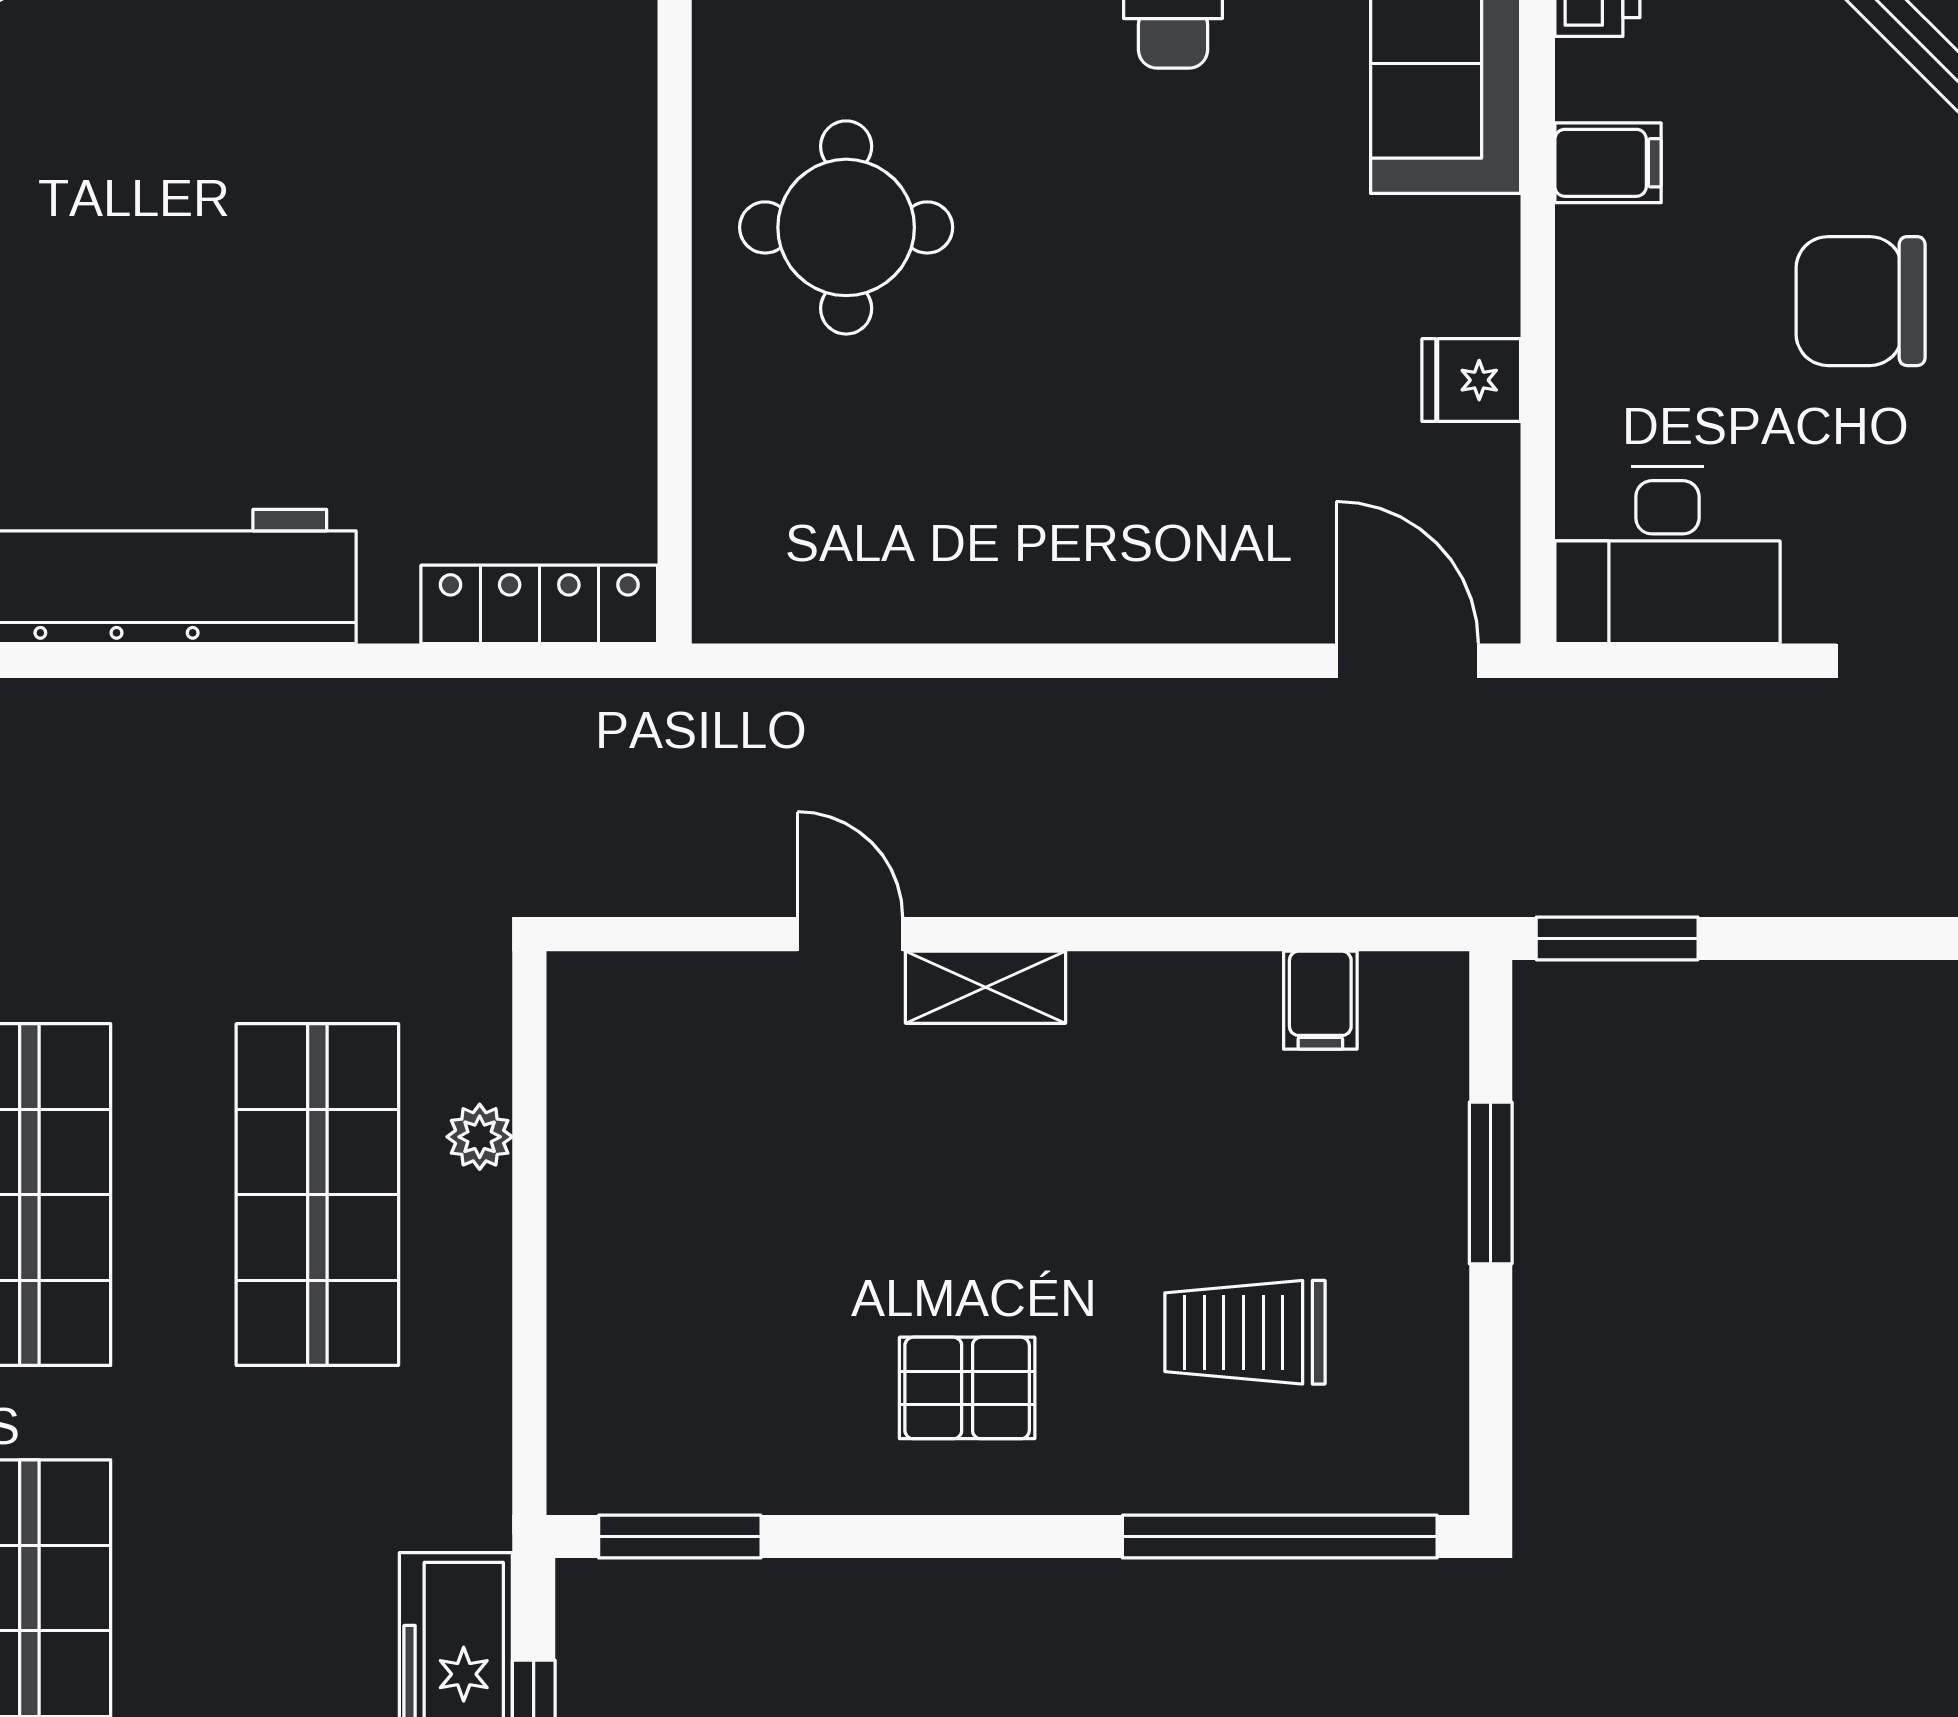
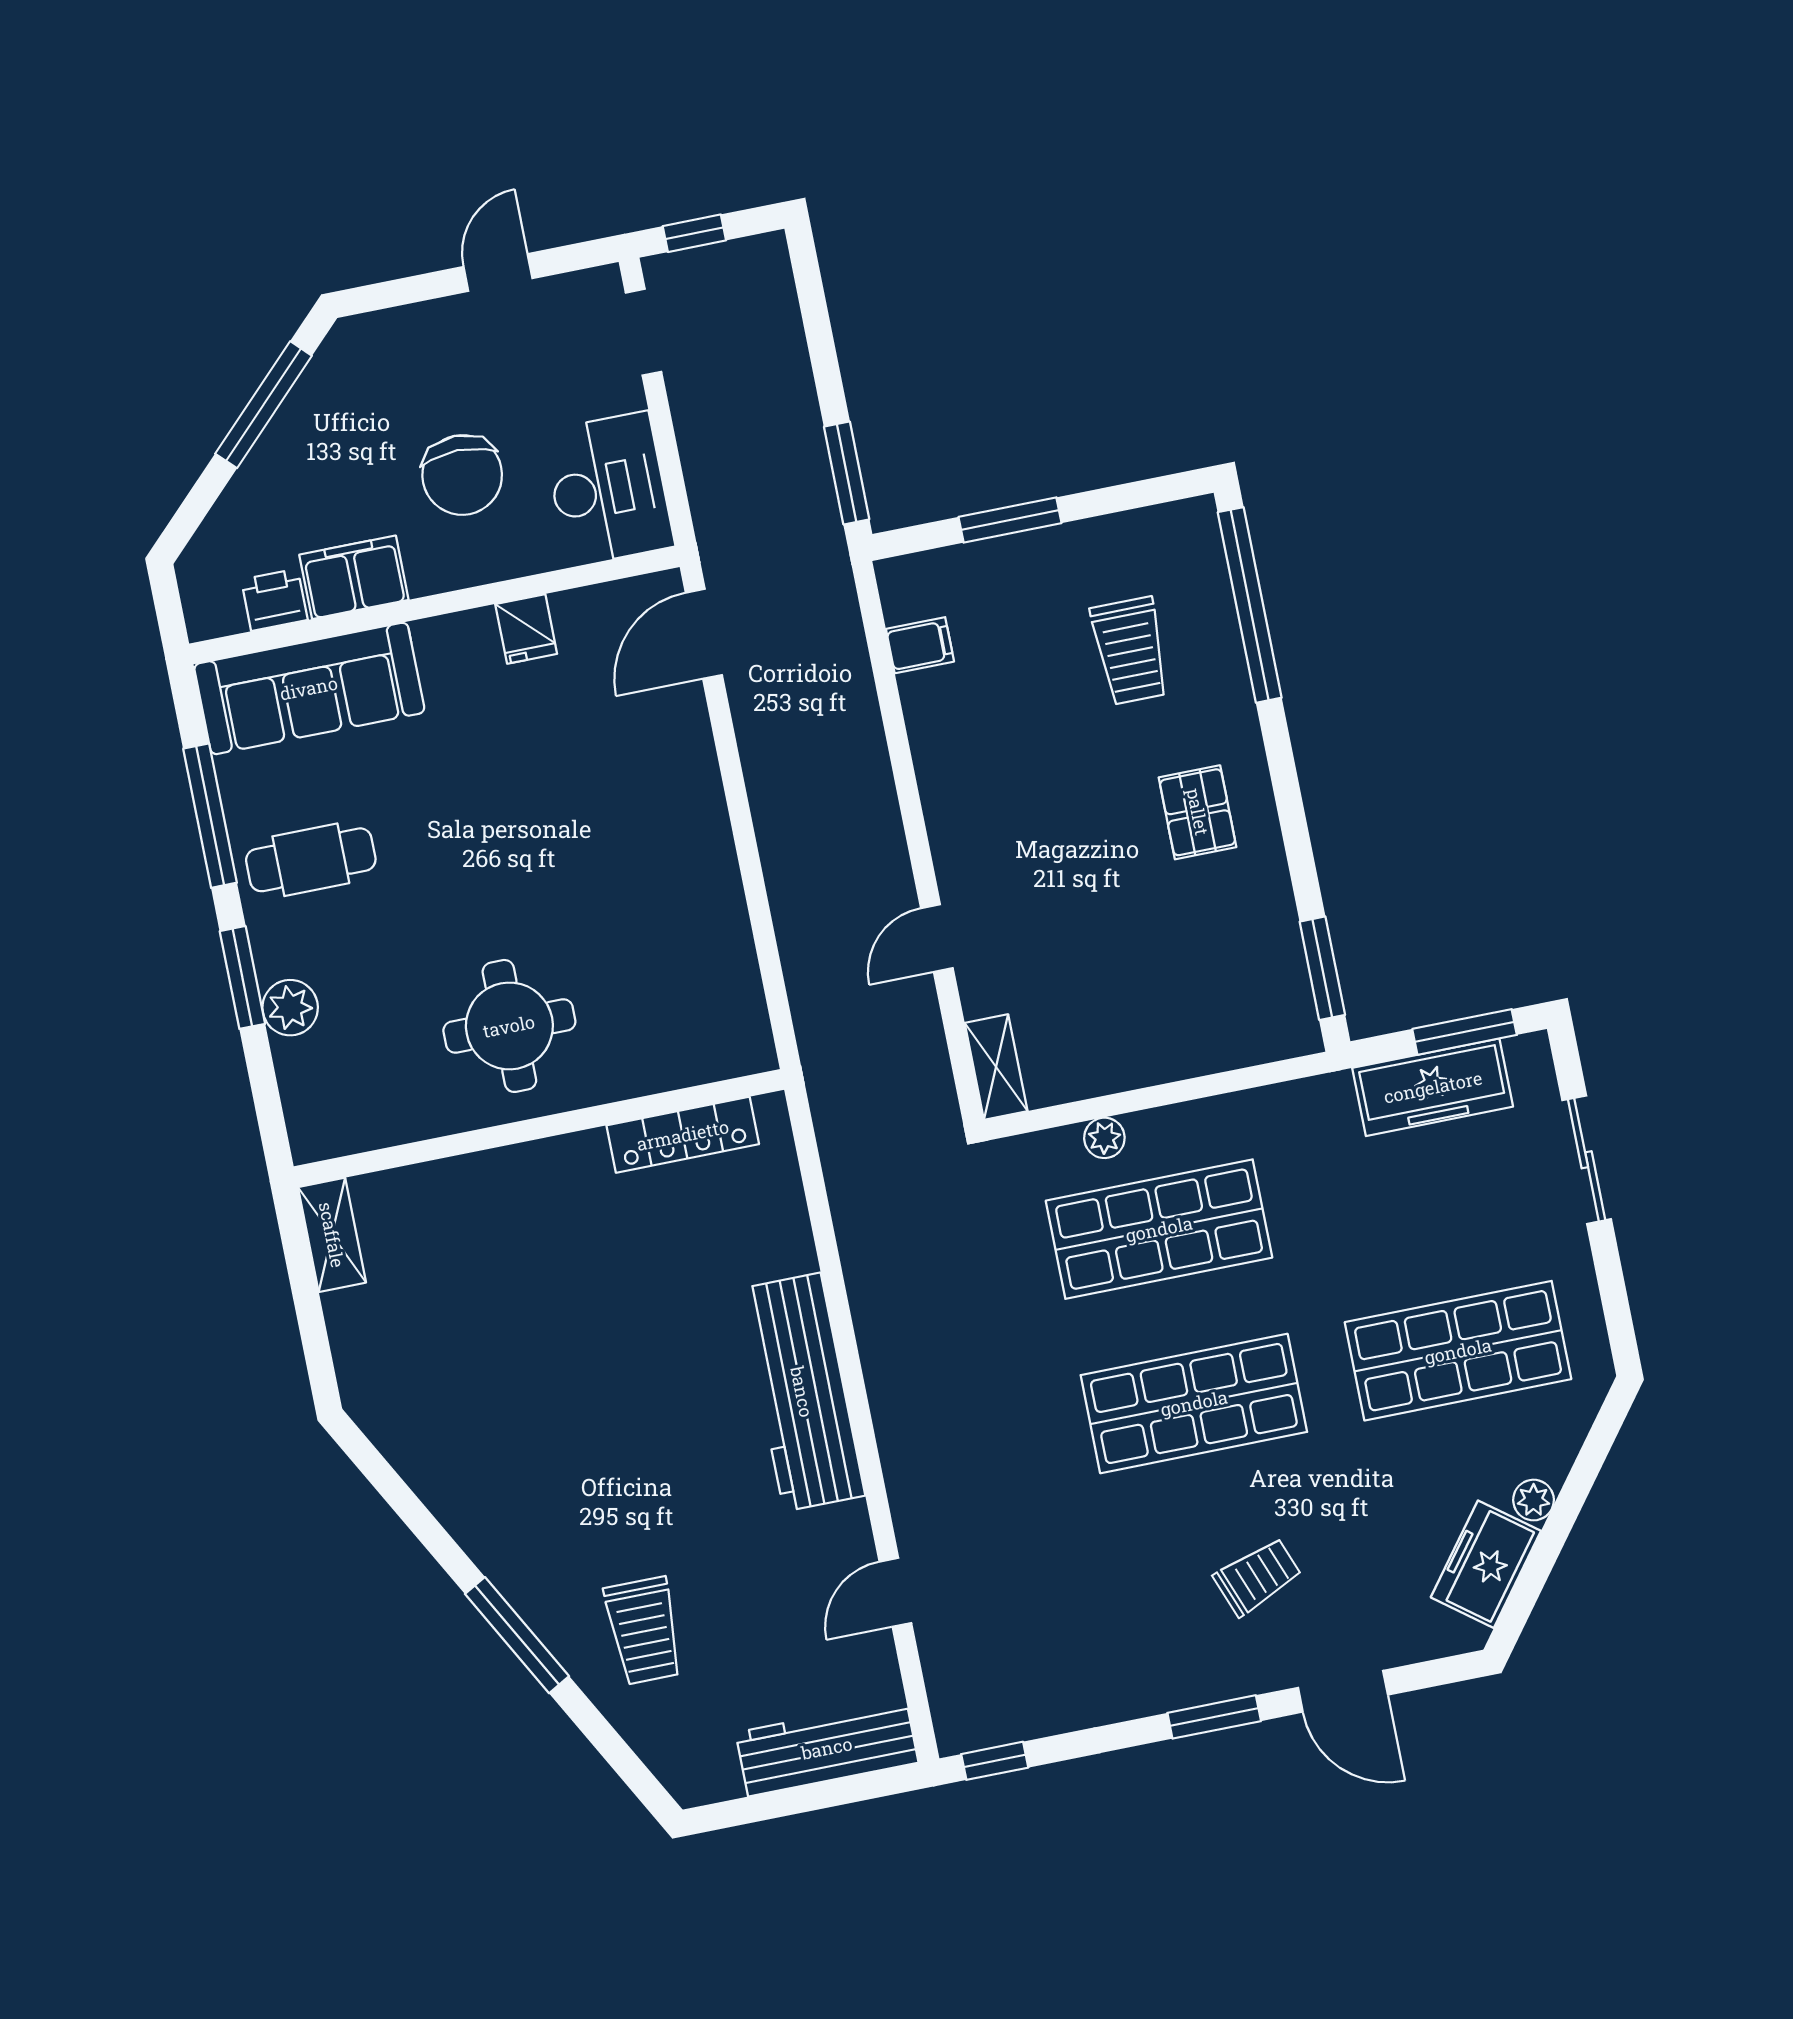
filing cabinet: (1608, 163) -> (354, 577), width x2.00
chair: (1861, 301) -> (462, 475), moved
locker: (539, 604) -> (683, 1135), moved, turned -90
shelving: (985, 987) -> (996, 1067), moved

